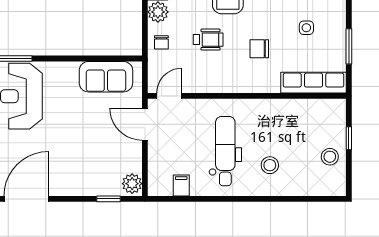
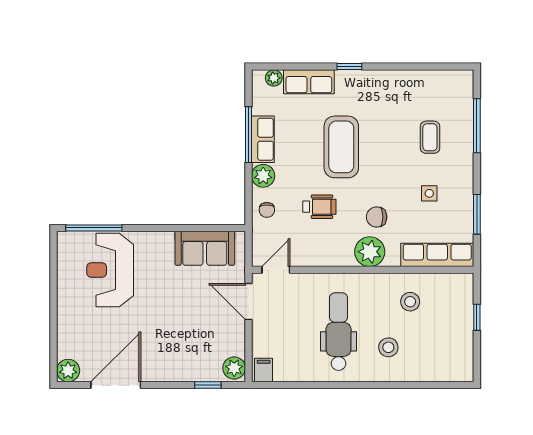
plant: (253, 80) -> (370, 252), added
stool: (330, 157) -> (410, 302), moved
filing cabinet: (181, 185) -> (264, 370), moved

